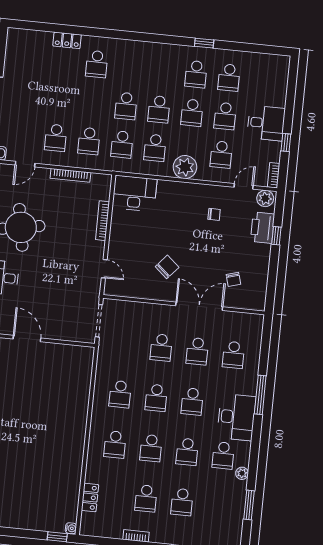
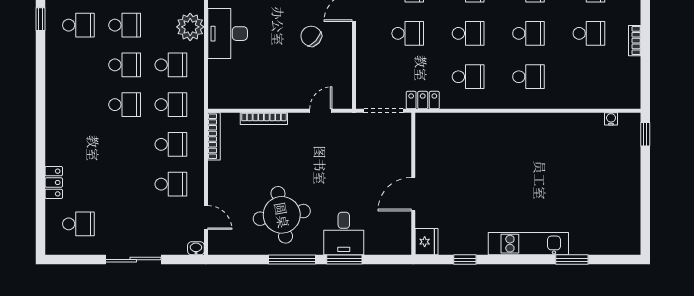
school desk: (97, 64) -> (78, 224), moved
bookcase: (70, 175) -> (214, 136), moved
desk: (135, 193) -> (228, 34), moved
locker: (90, 498) -> (423, 100), moved
water cooler: (71, 528) -> (611, 119), moved

